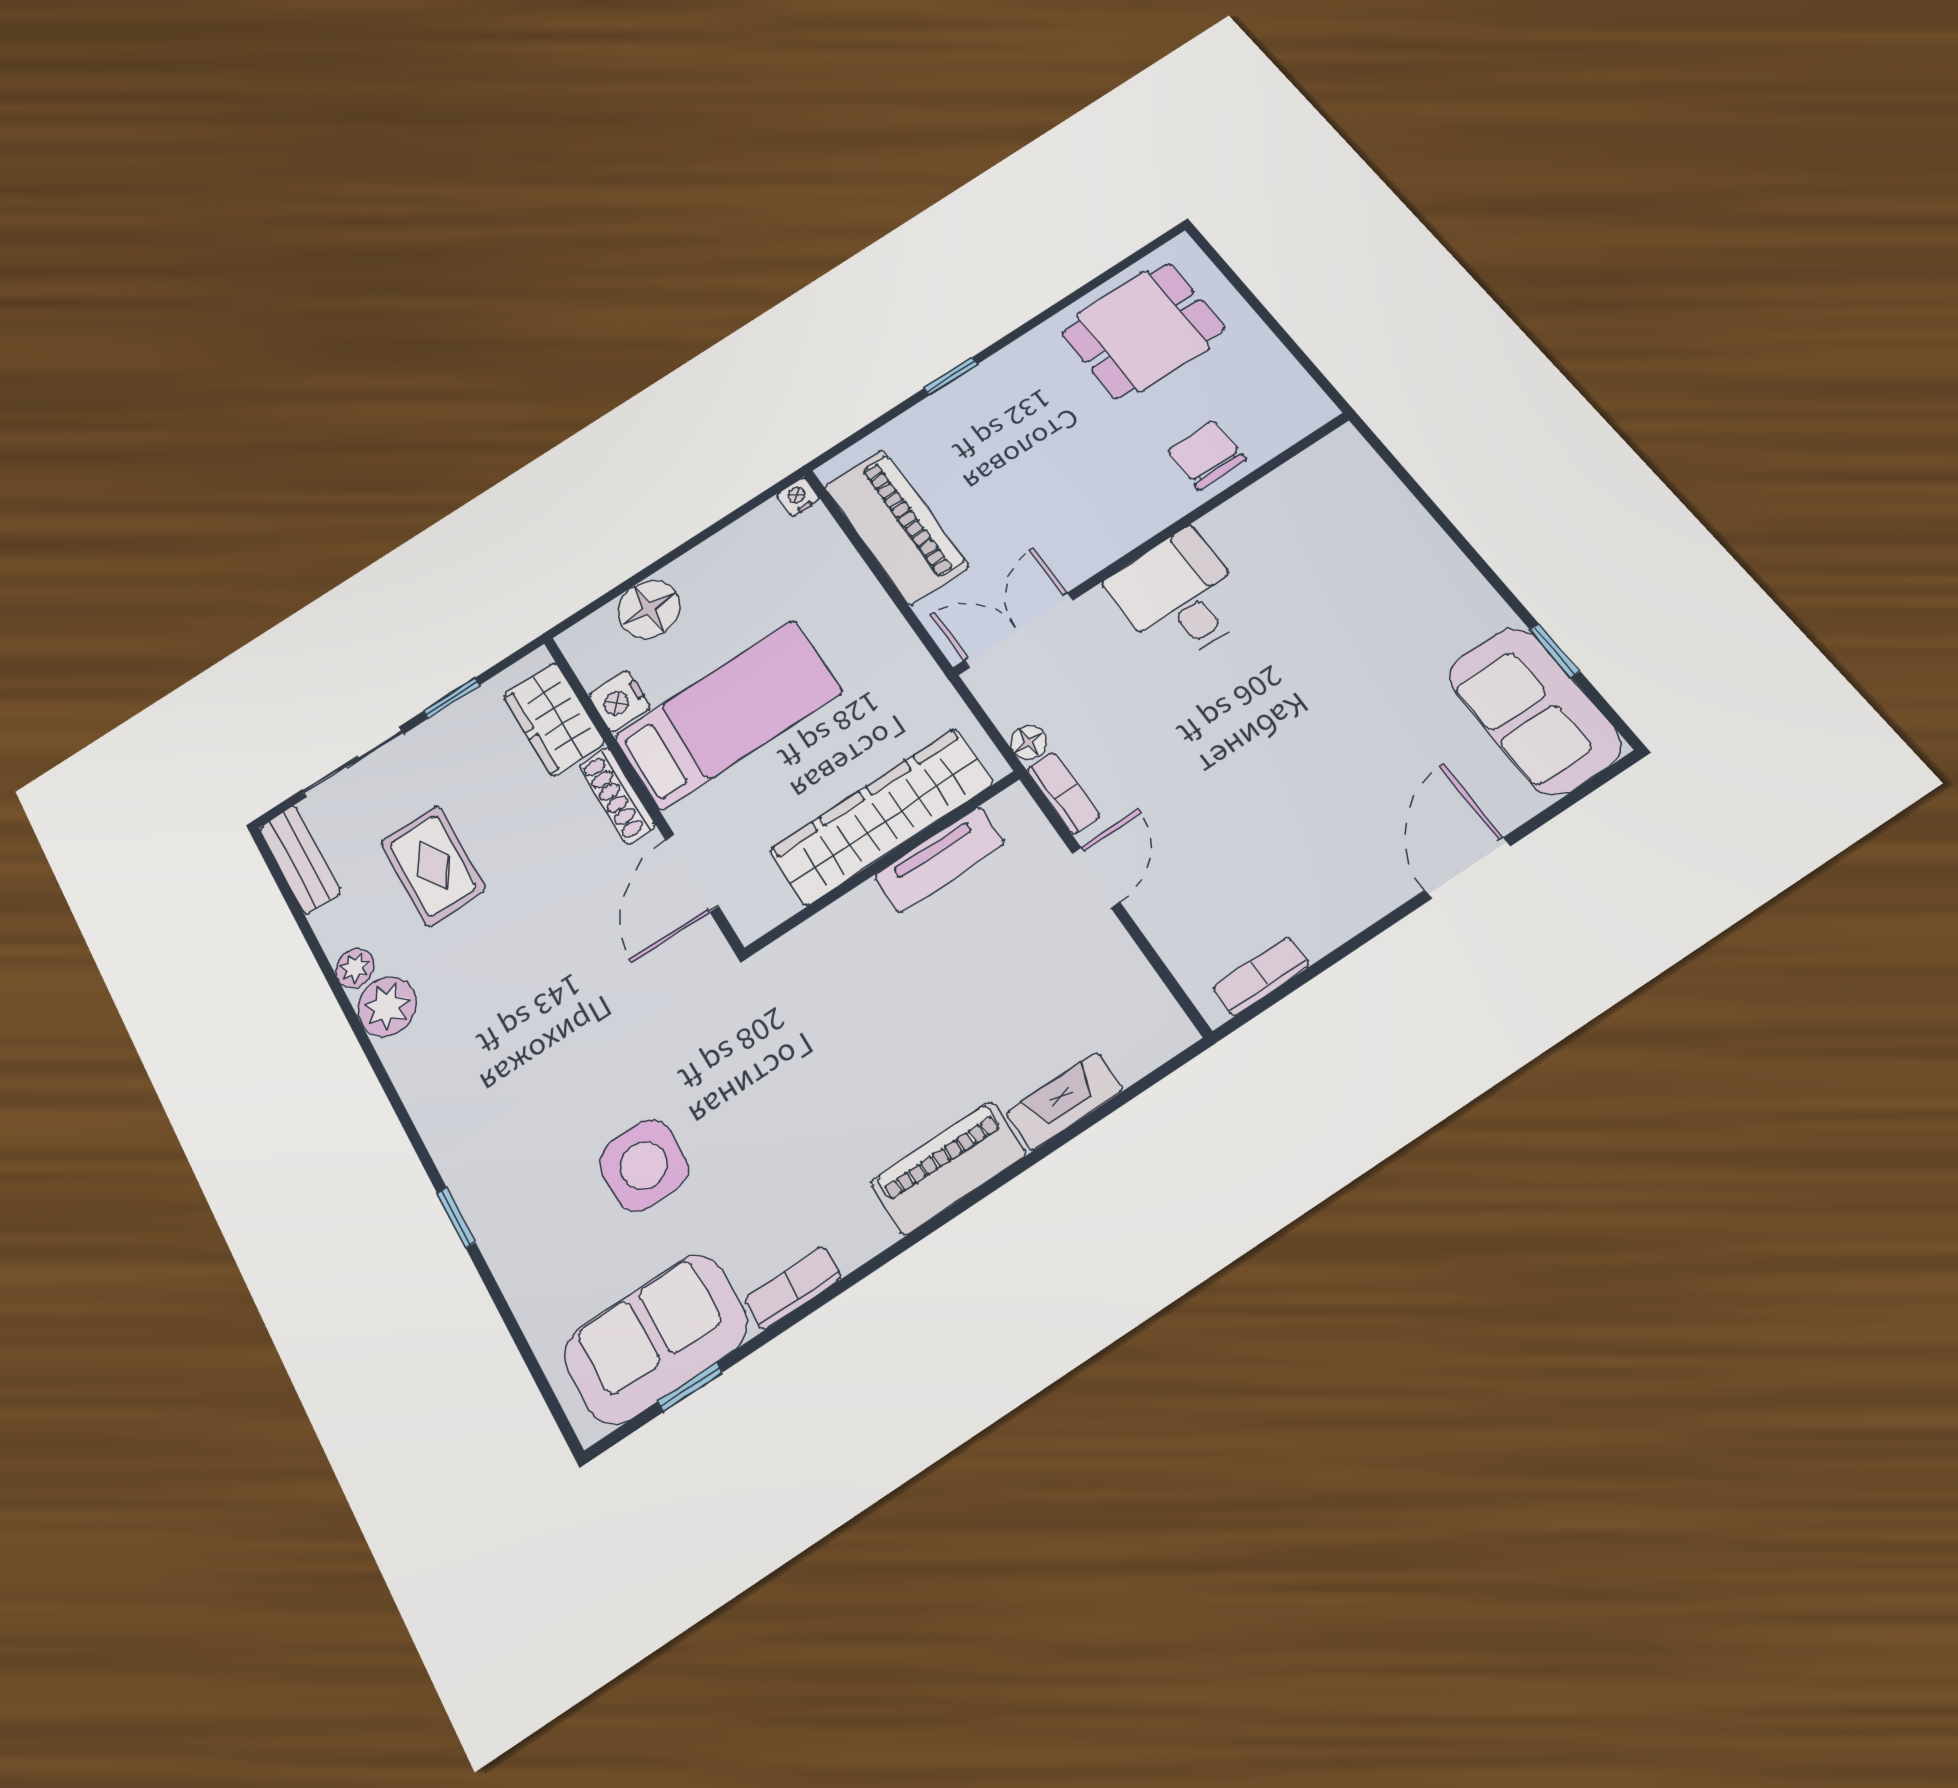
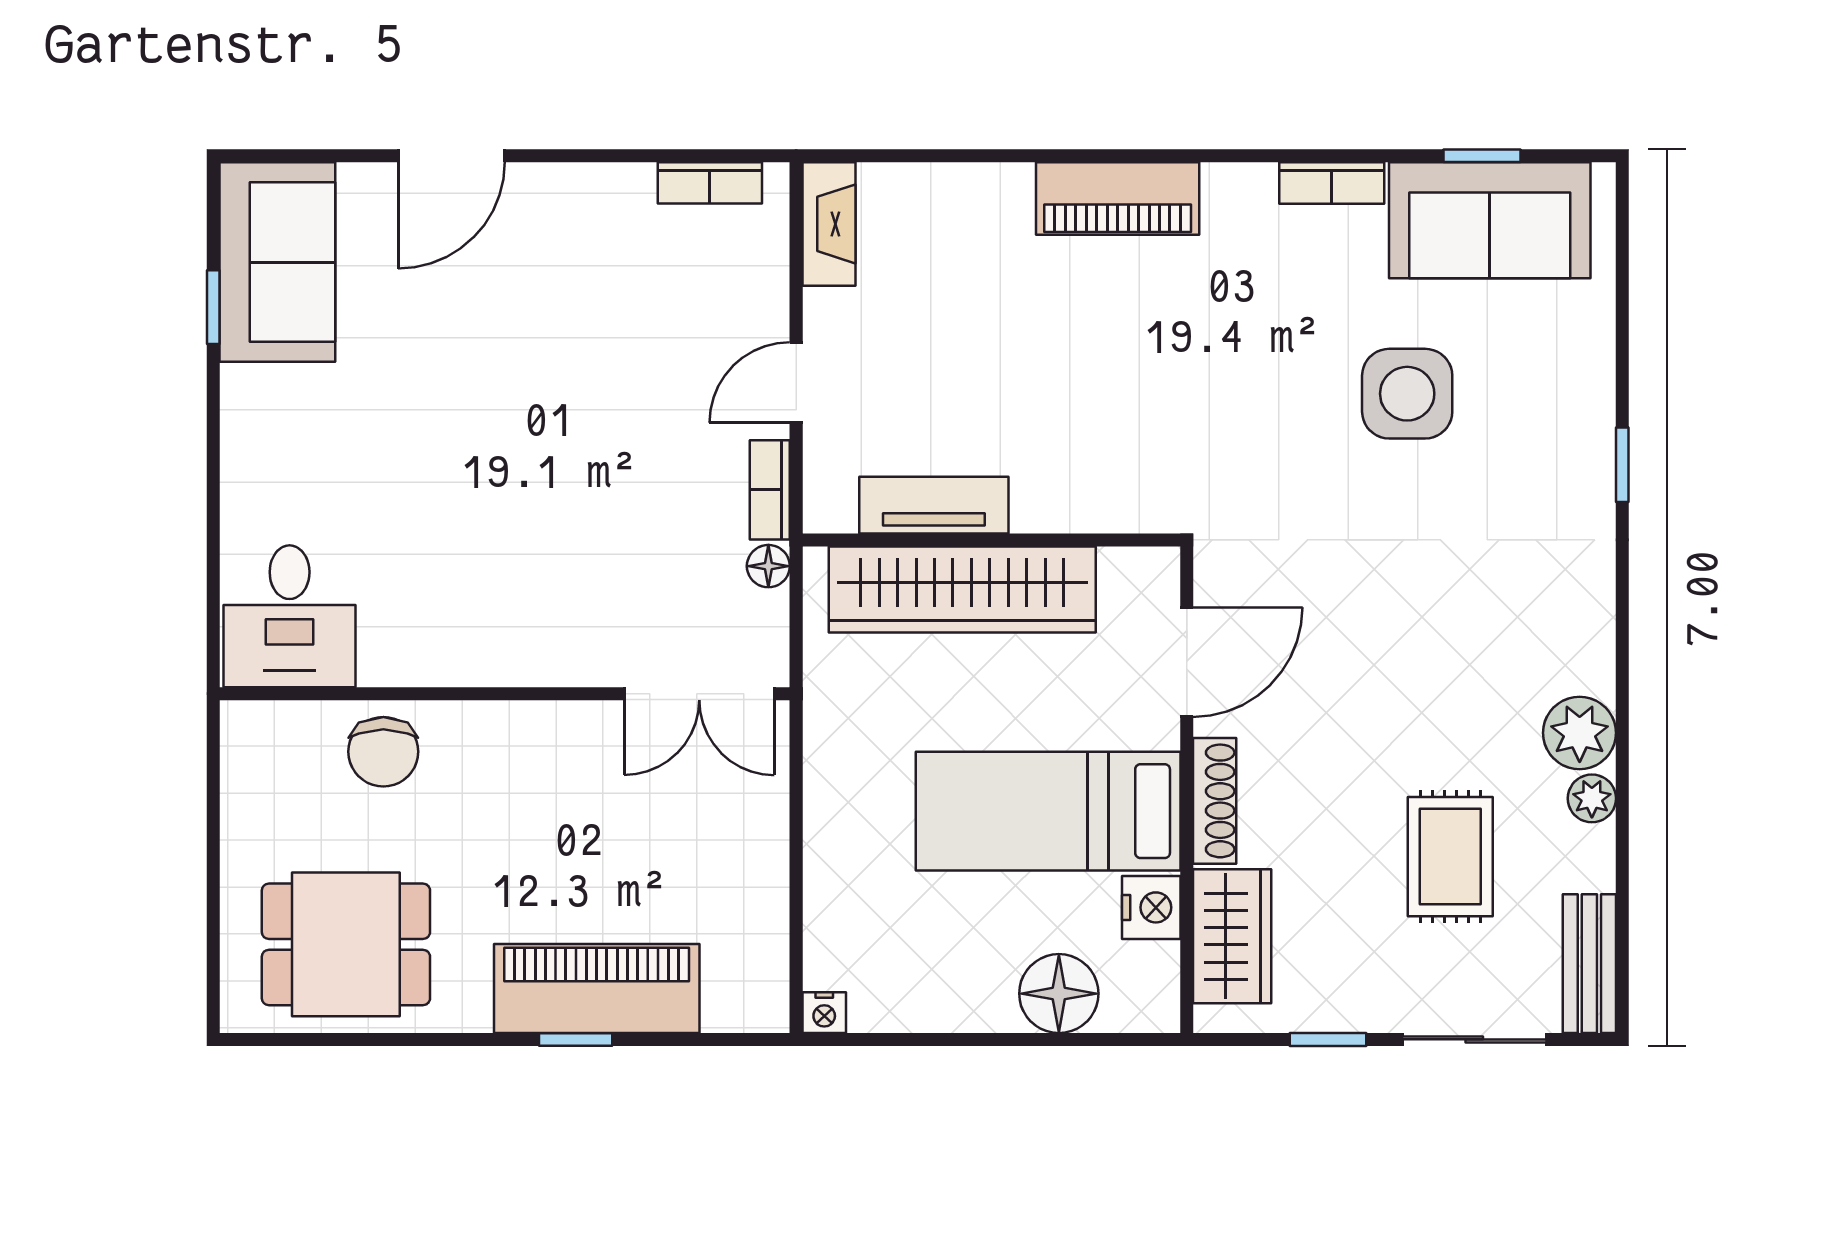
piano: (896, 526) -> (597, 989), moved, turned 90
desk: (1179, 597) -> (290, 616), moved
fireplace: (1064, 1101) -> (829, 224), moved, turned -90

